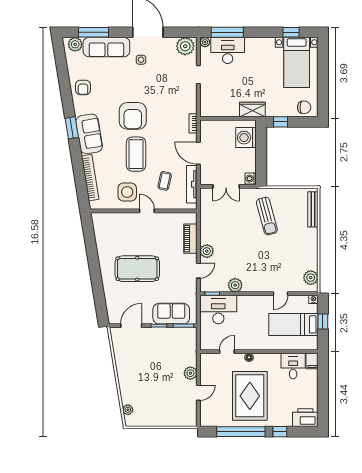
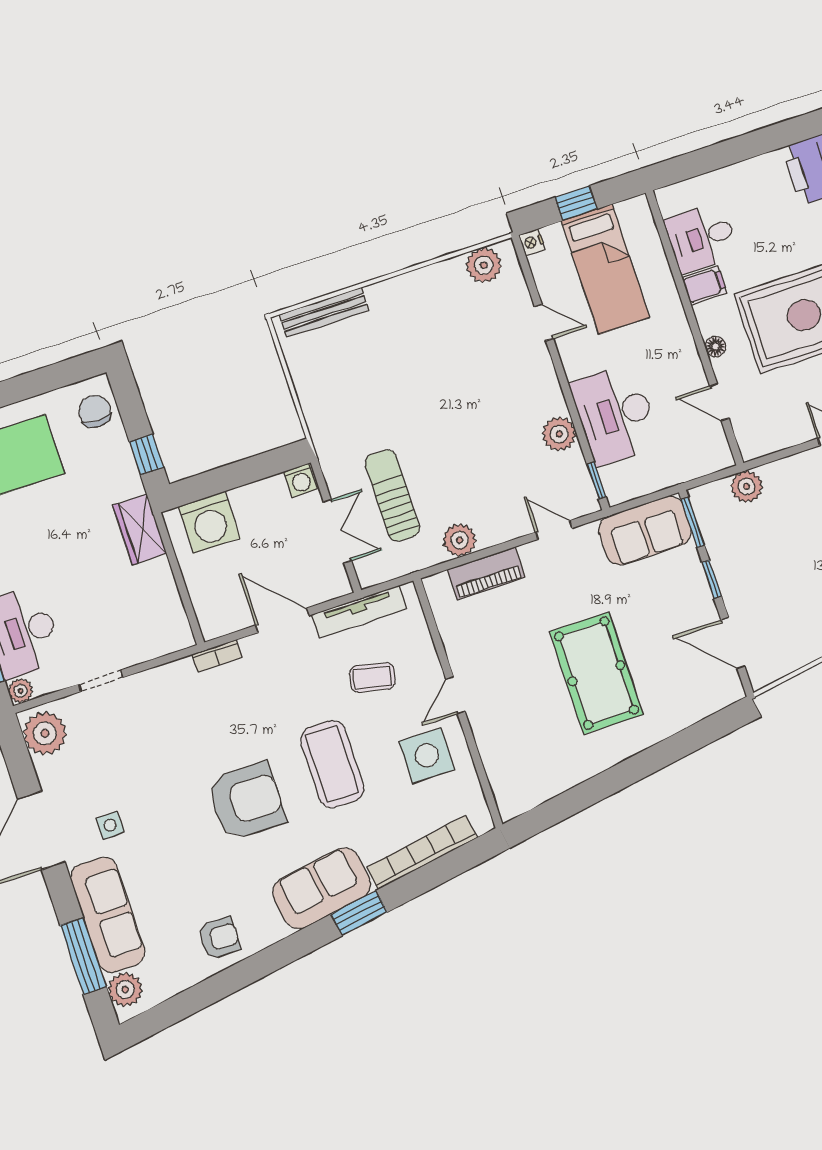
window: (72, 128) -> (359, 913), moved
door: (198, 153) -> (282, 620), swing flipped
coffee table: (136, 154) -> (332, 764), turned 90
sun lounger: (267, 216) -> (392, 495), moved, turned -75
plant: (207, 251) -> (460, 540), moved
desk: (218, 310) -> (615, 414), moved
sofa: (171, 314) -> (645, 531), moved, turned -90
filing cabinet: (312, 361) -> (704, 285), moved
plant: (190, 373) -> (747, 487), moved

